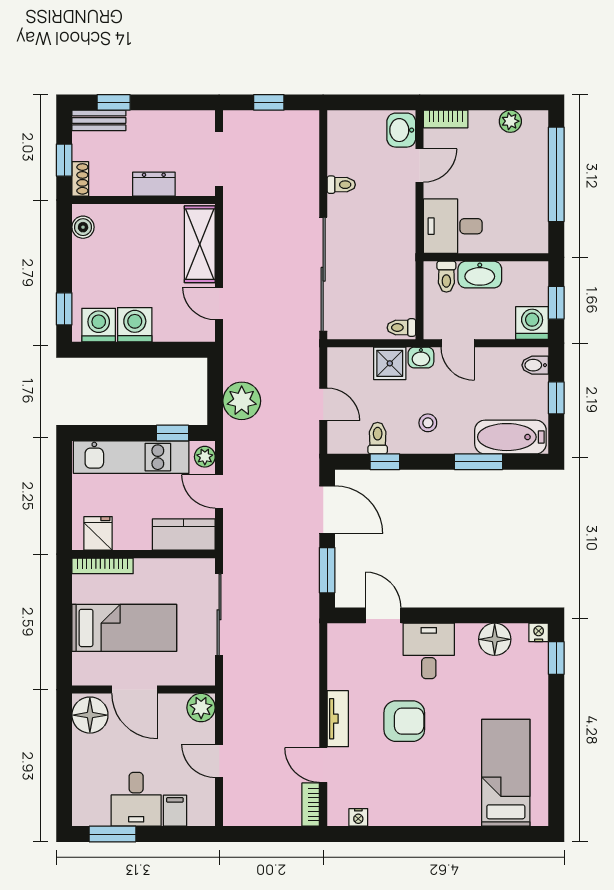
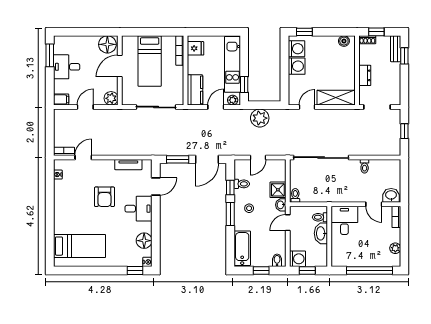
window: (479, 462) -> (230, 214), moved
tv unit: (338, 719) -> (128, 165), moved
filing cabinet: (175, 811) -> (61, 99), moved

